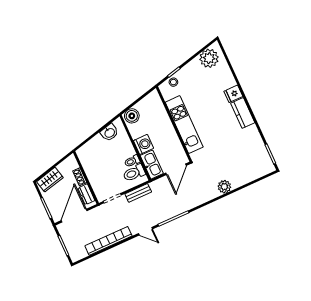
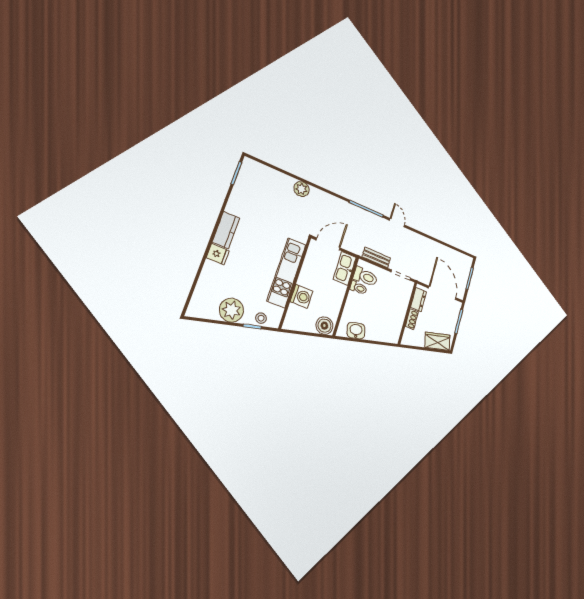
plant: (209, 58) -> (231, 310), moved
washing machine: (143, 144) -> (302, 296), moved, turned 180
door: (74, 216) -> (442, 293), swing flipped
bookcase: (108, 241) -> (432, 246), removed

